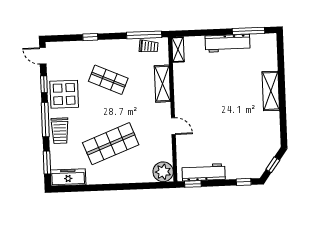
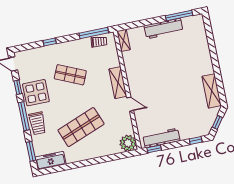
shelving: (162, 84) -> (118, 83), moved
shelving: (271, 91) -> (212, 91), moved

